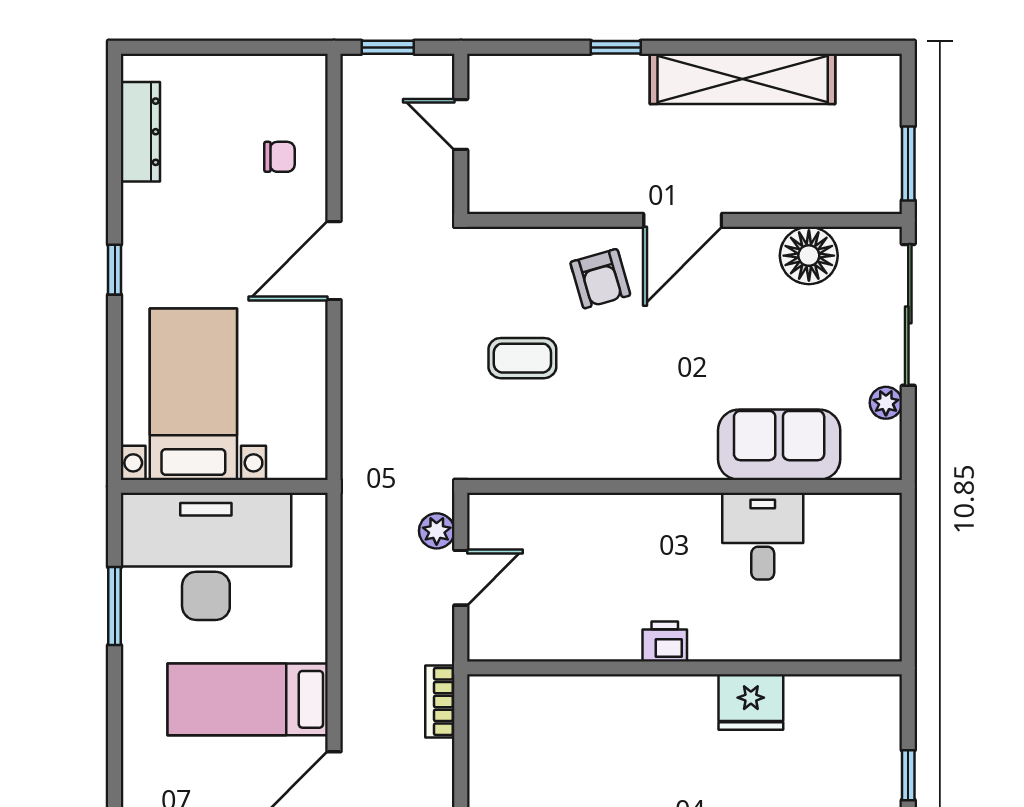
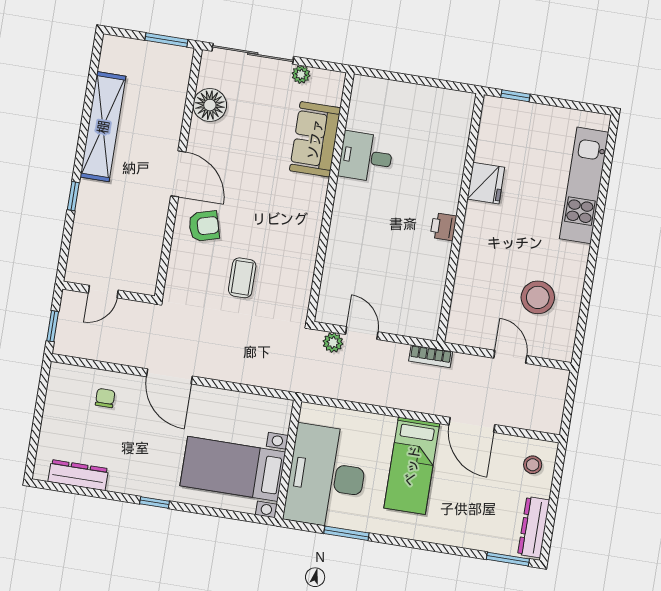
printer: (665, 642) -> (443, 227), moved
wall: (684, 668) -> (460, 218), moved
fridge: (751, 702) -> (486, 183), moved

